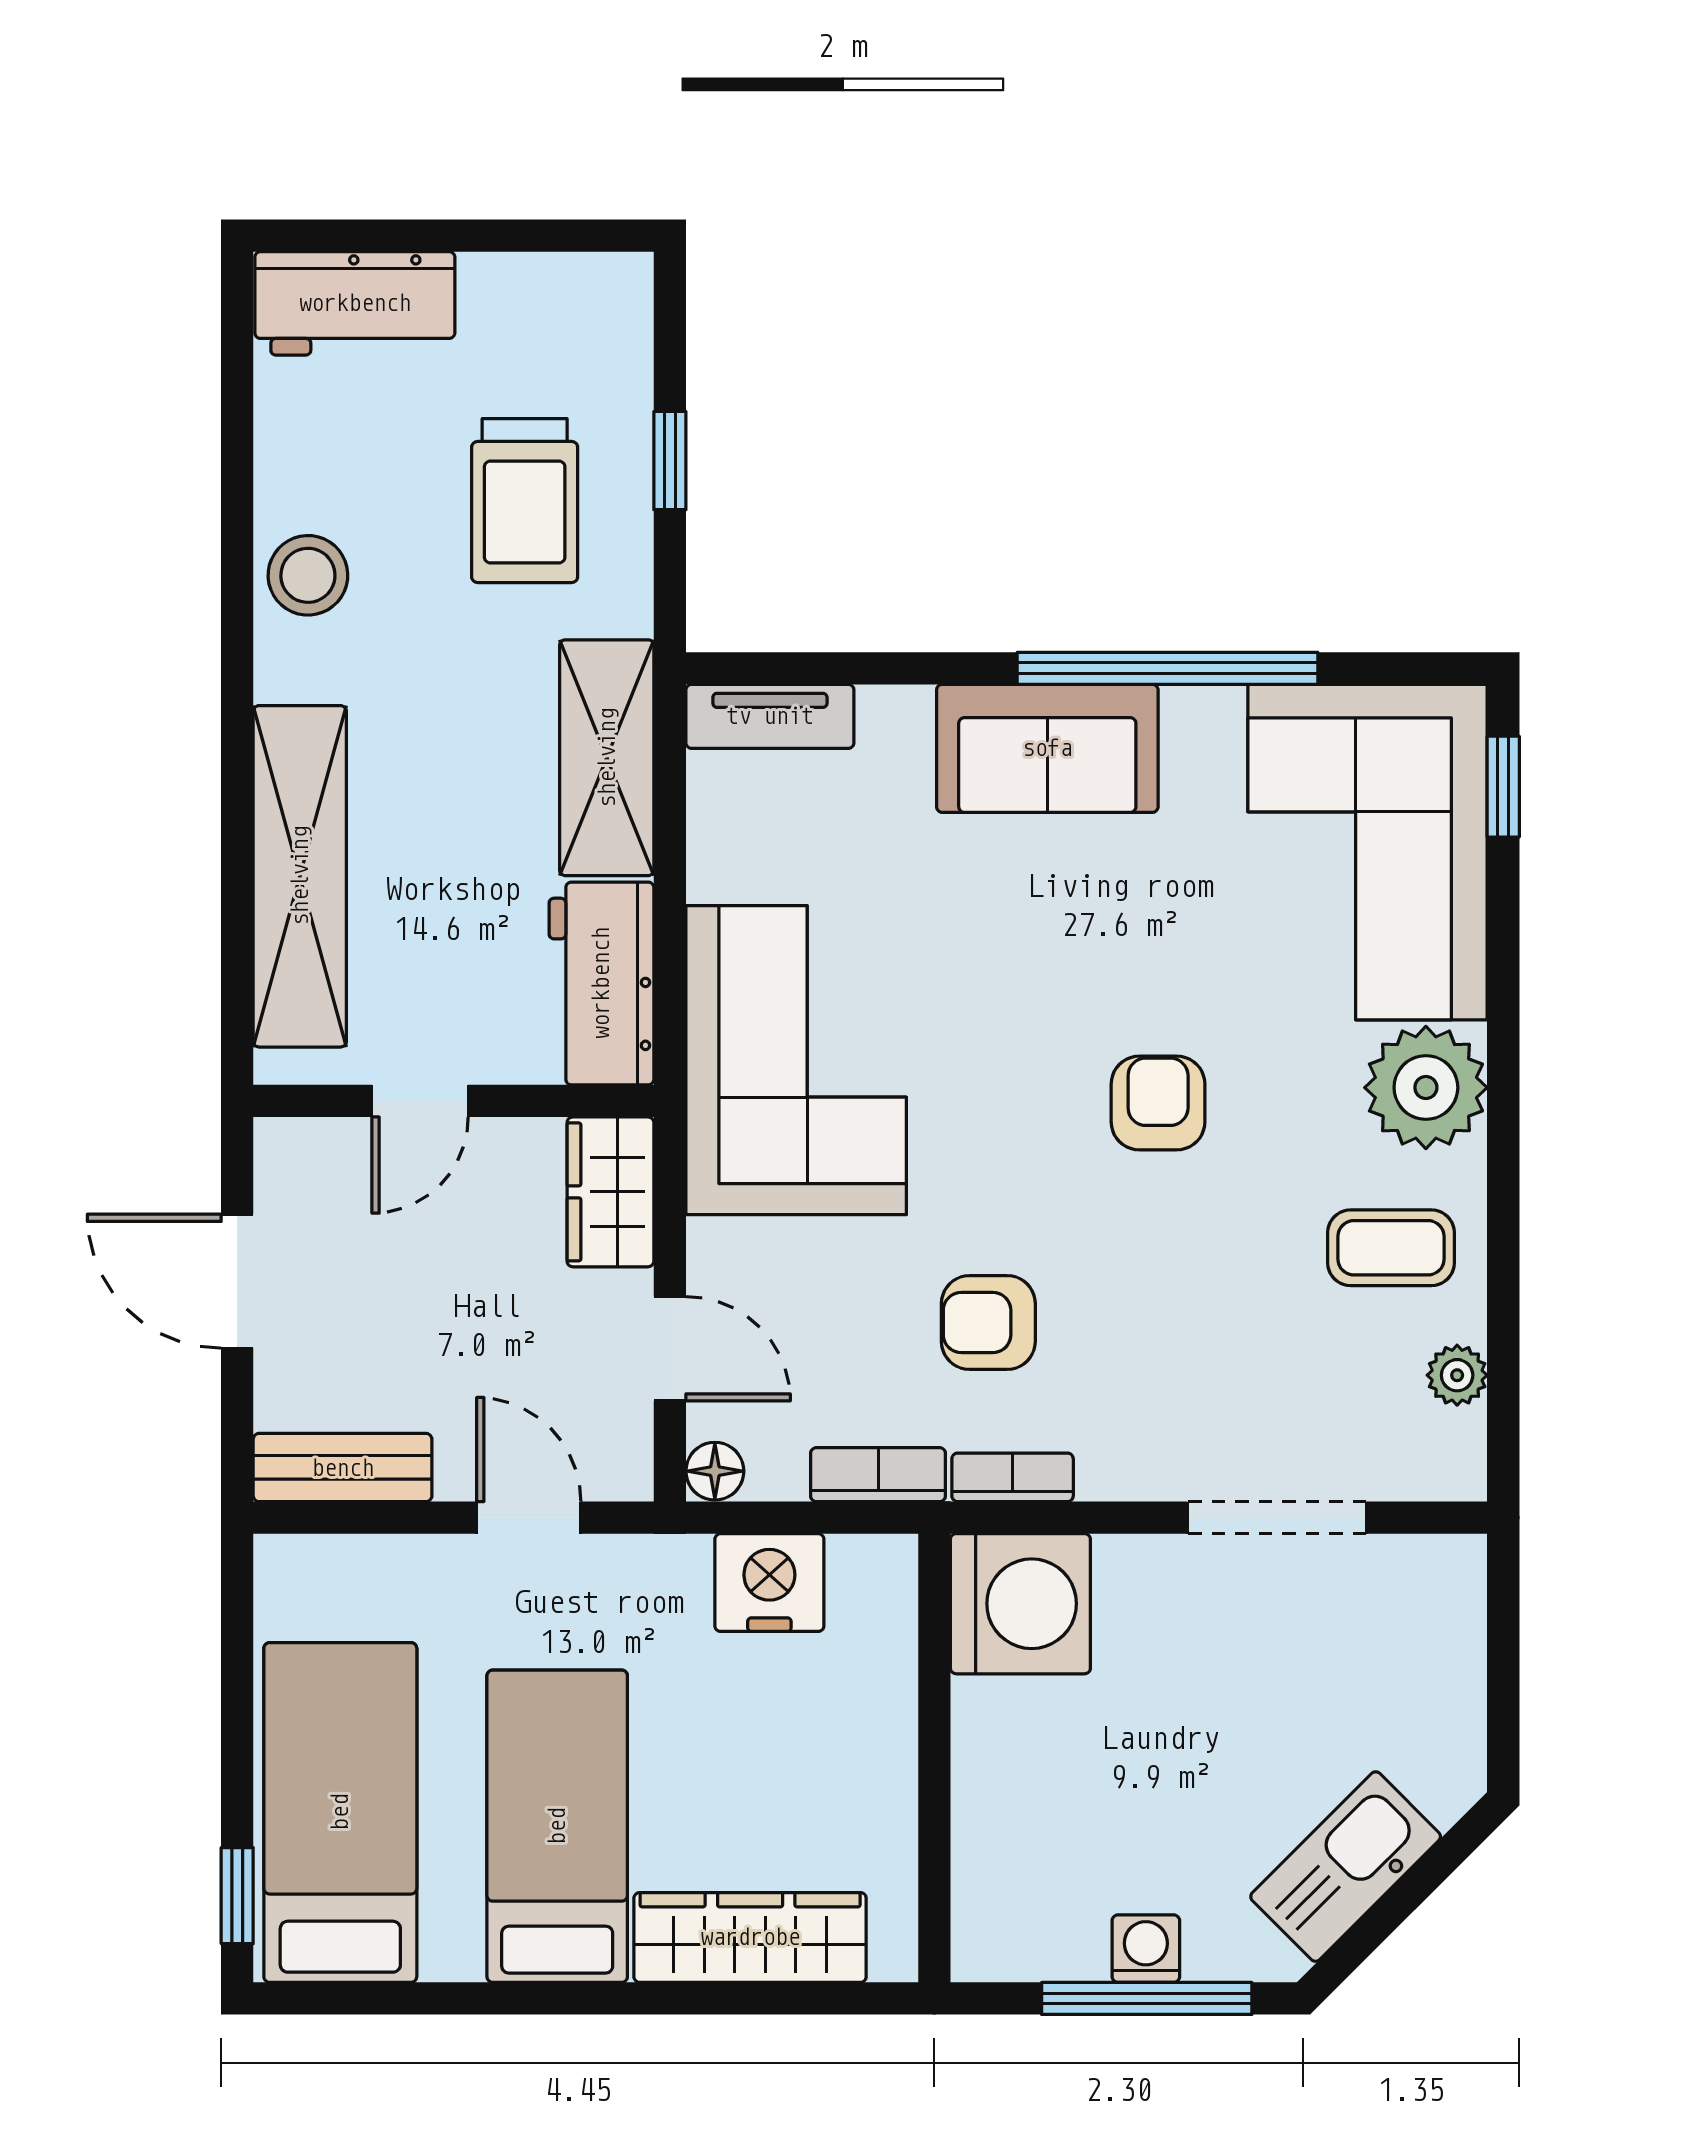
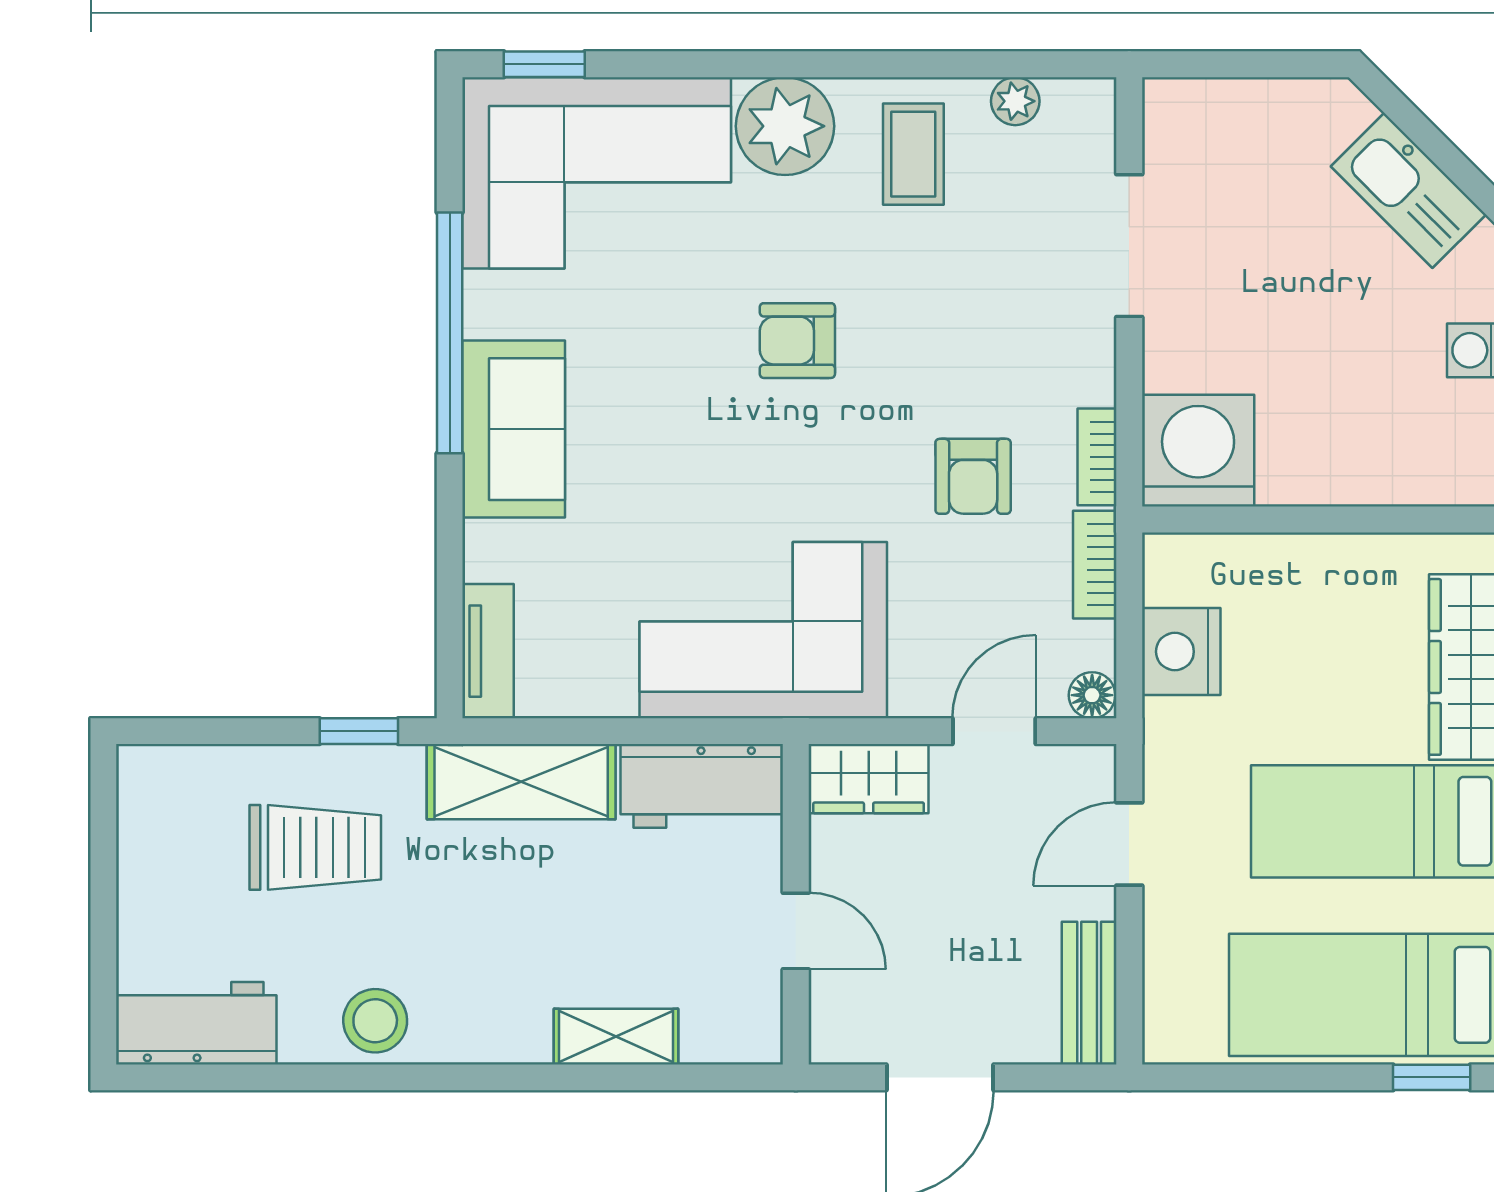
workbench: (355, 303) -> (196, 1023), moved, turned -90
window: (670, 461) -> (359, 731), moved
shelving: (300, 876) -> (616, 1037), width x0.45, depth x0.75

